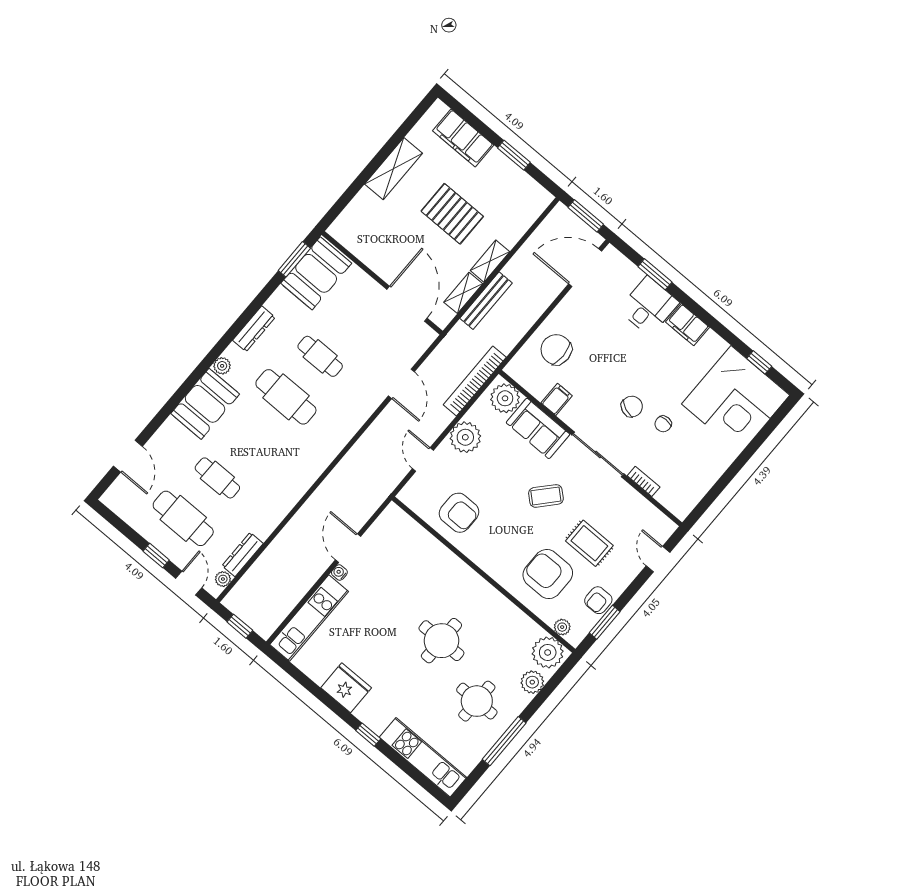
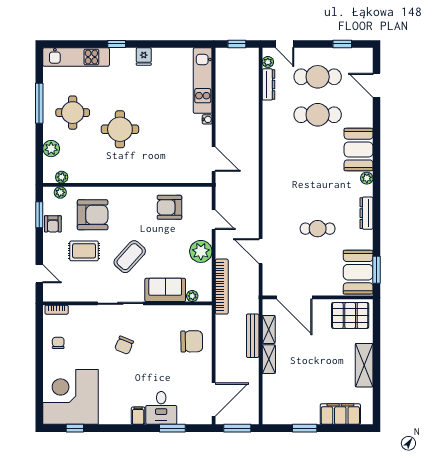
pallet: (452, 214) -> (350, 315), moved
filing cabinet: (687, 325) -> (138, 416), width x0.50
cafe table: (286, 397) -> (318, 191), removed
plant: (505, 398) -> (192, 296), width x0.53, depth x0.53
filing cabinet: (557, 399) -> (168, 314), removed
chair: (663, 424) -> (58, 343), moved
cafe table: (217, 478) -> (318, 115), width x1.37, depth x1.35
bookcase: (644, 481) -> (57, 310), moved
coffee table: (546, 496) -> (130, 257), width x1.36, depth x1.30
door: (348, 548) -> (214, 159), moved
window: (156, 556) -> (342, 44), moved
armchair: (598, 600) -> (53, 224), turned 180
plant: (548, 652) -> (62, 177), width x0.53, depth x0.53
fridge: (346, 688) -> (144, 56), width x0.53, depth x0.75

